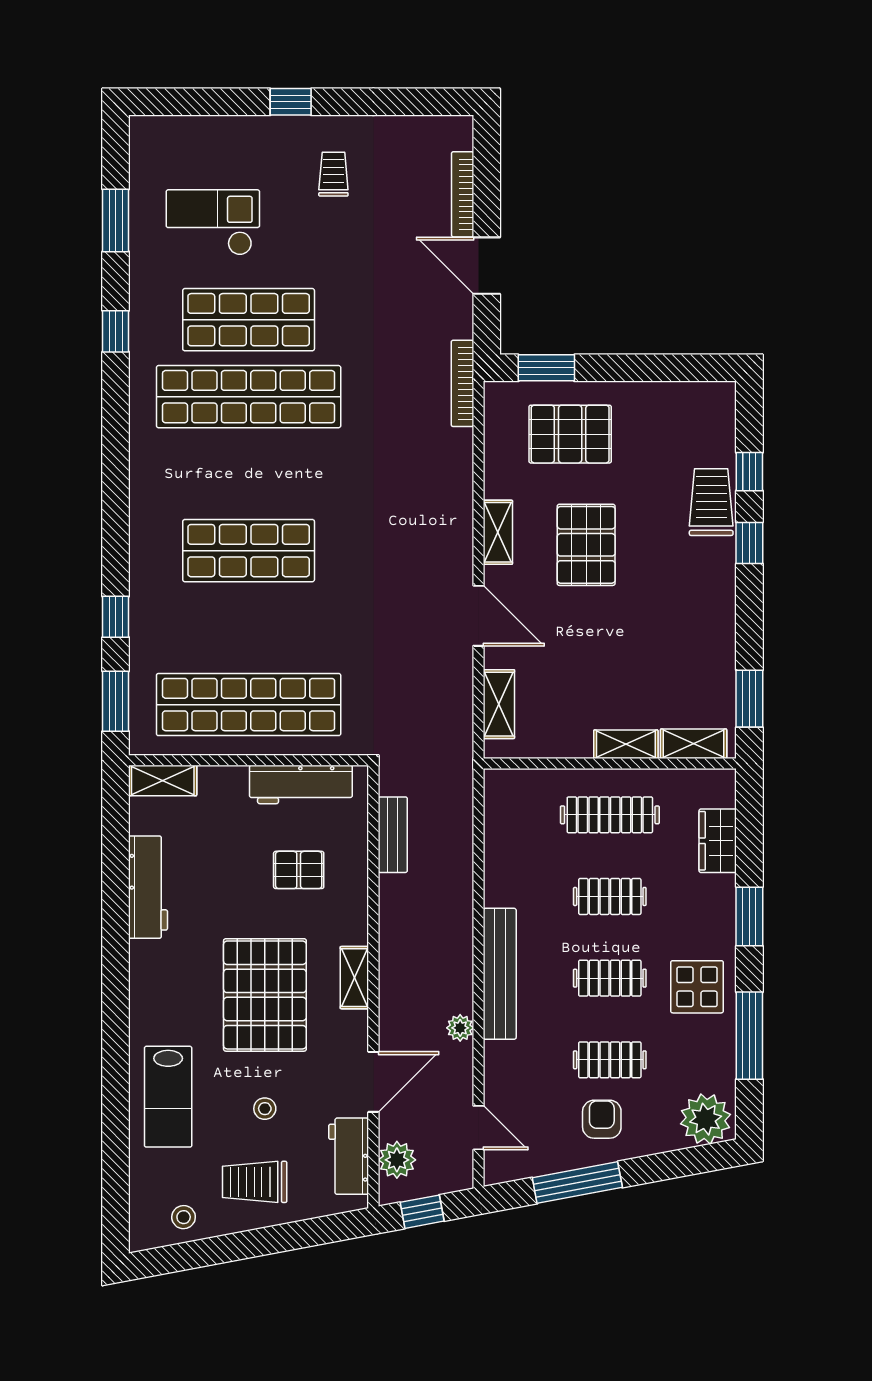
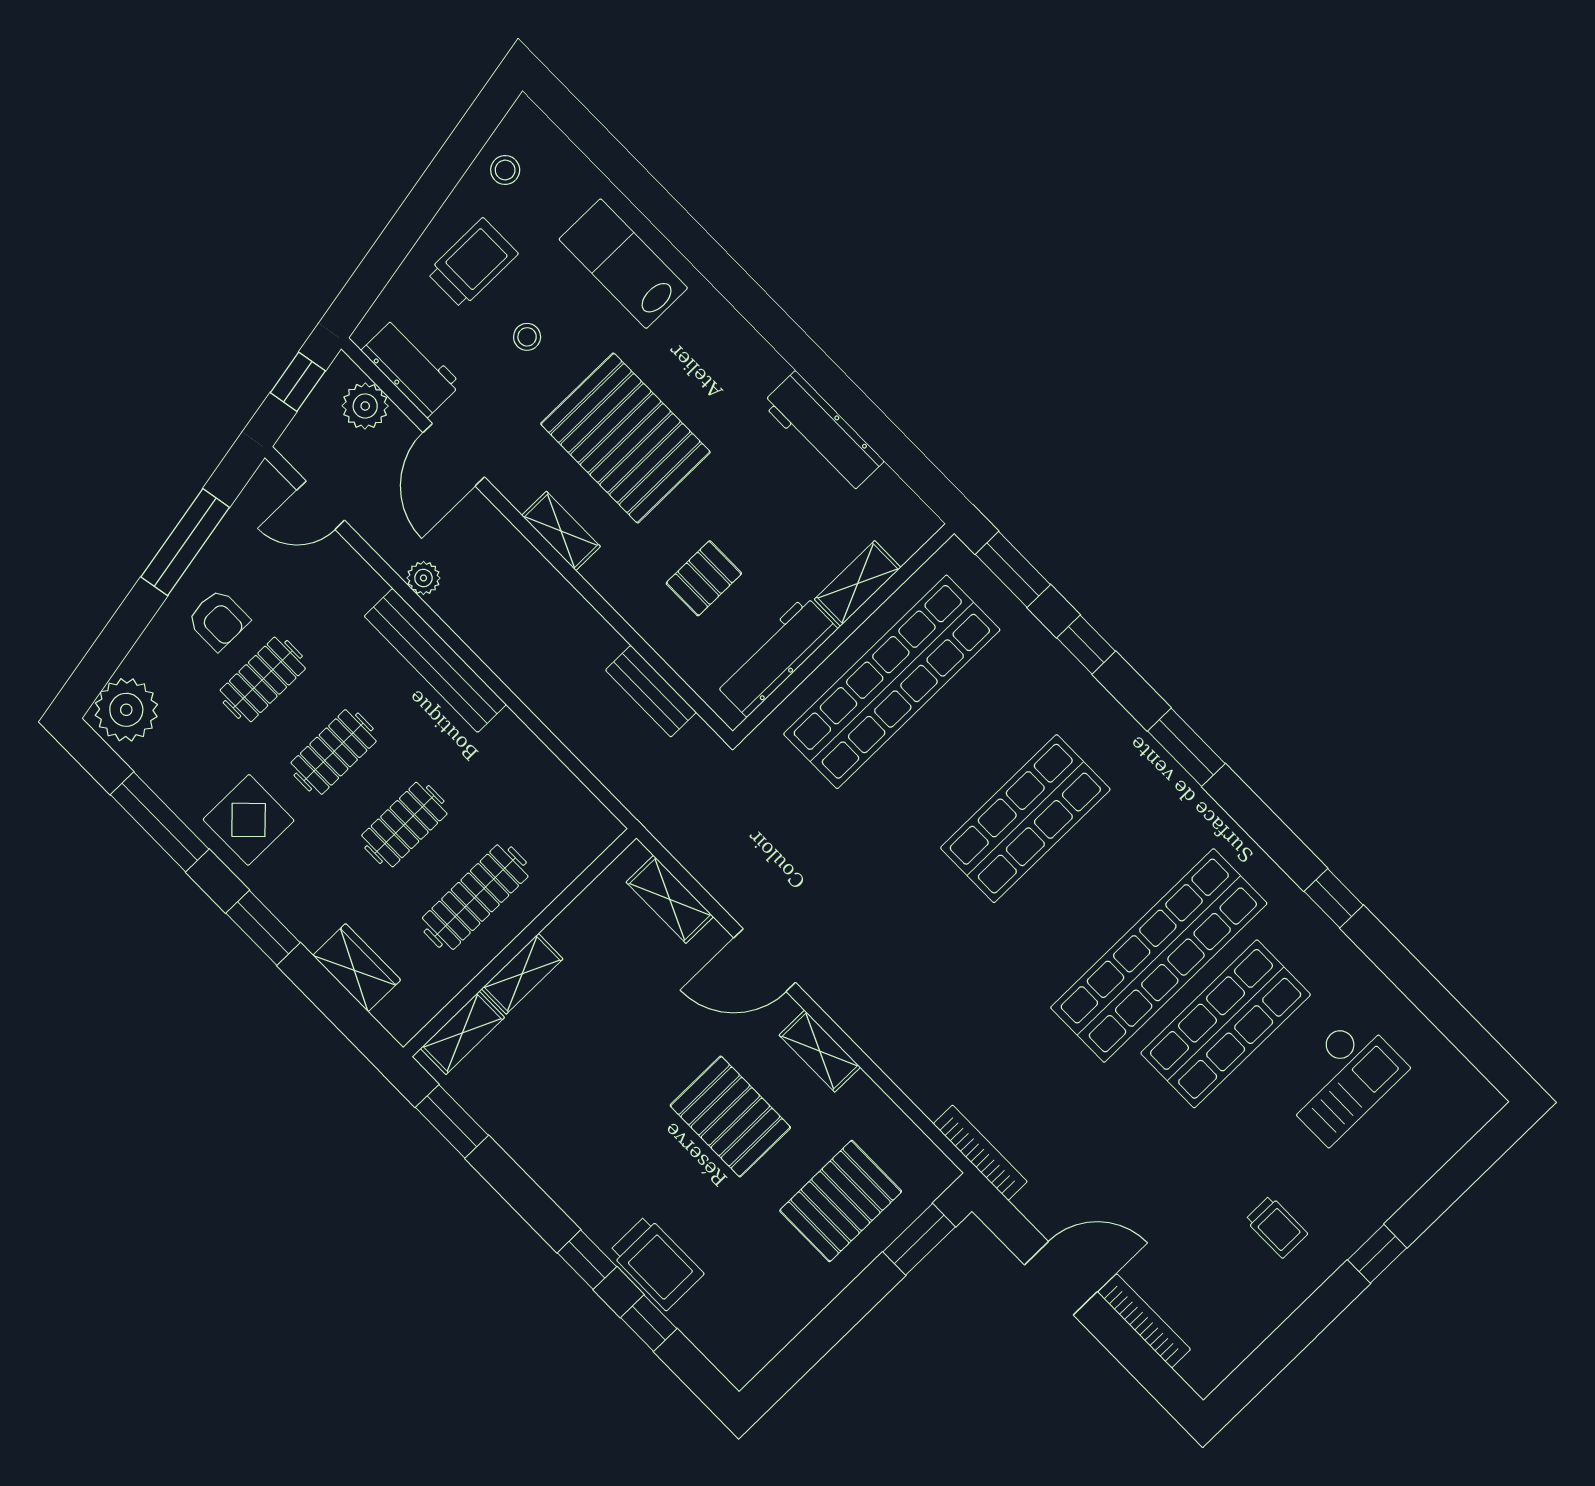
window: (116, 220) -> (1186, 747), moved
shelving: (163, 780) -> (858, 583), moved

